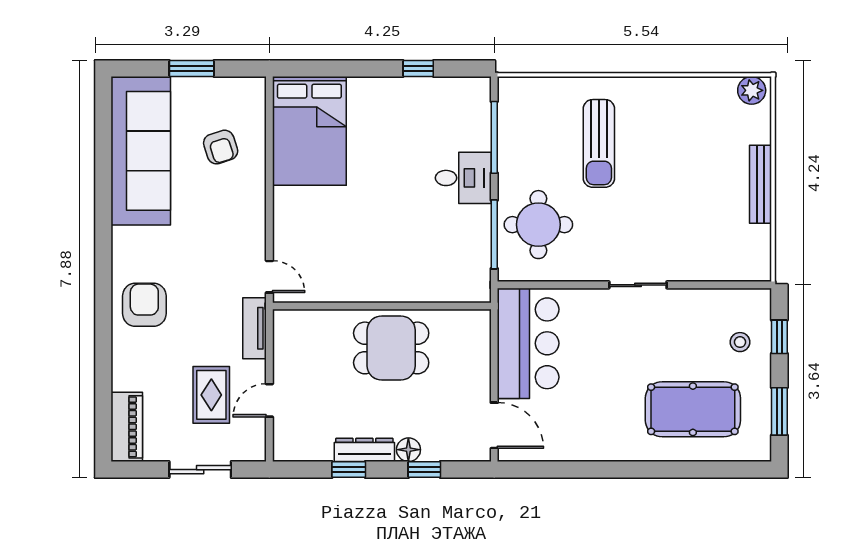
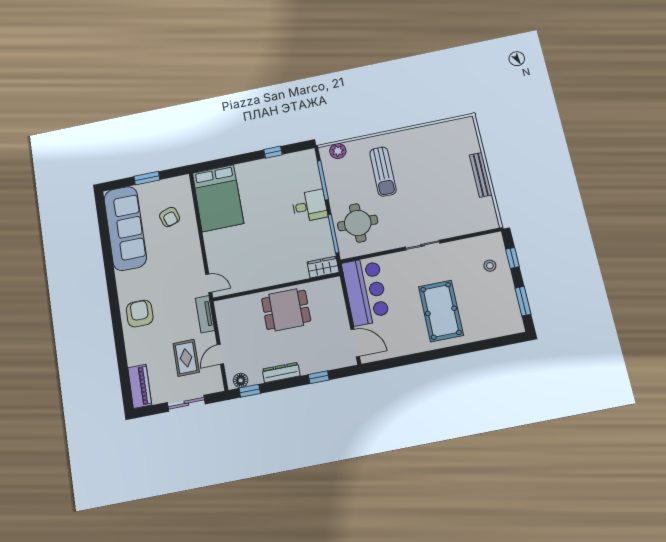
plant: (752, 90) -> (338, 151), moved
wardrobe: (466, 288) -> (323, 267), added
pool table: (693, 409) -> (441, 311), moved, turned 90
floor lamp: (408, 450) -> (241, 380), moved
window: (349, 470) -> (250, 391), moved

